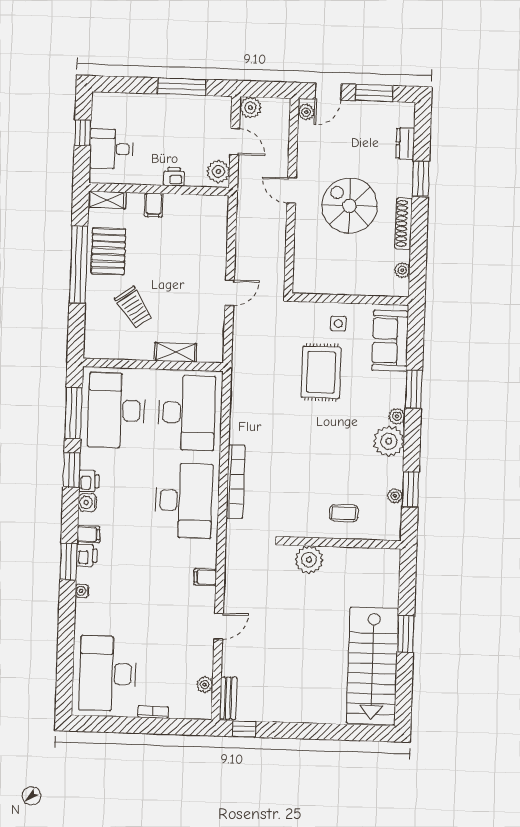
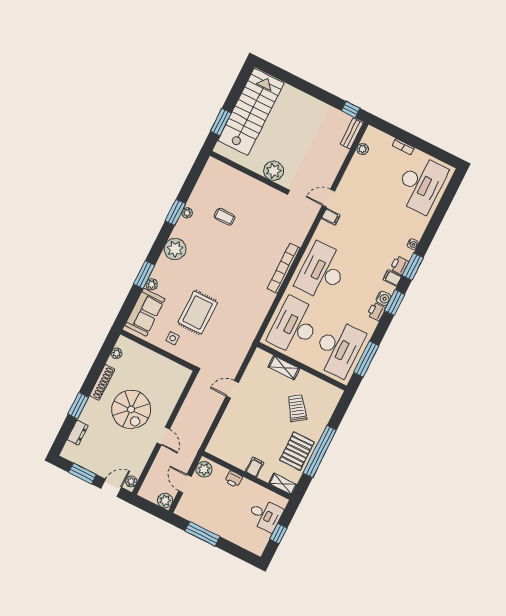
plant: (397, 416) -> (152, 284), moved
window: (72, 470) -> (395, 303), moved
wall: (342, 543) -> (248, 172), moved
plant: (309, 560) -> (274, 171), moved
door: (219, 626) -> (328, 198), moved

